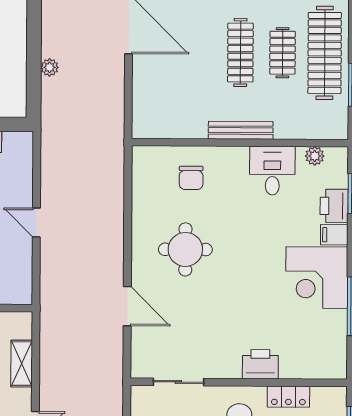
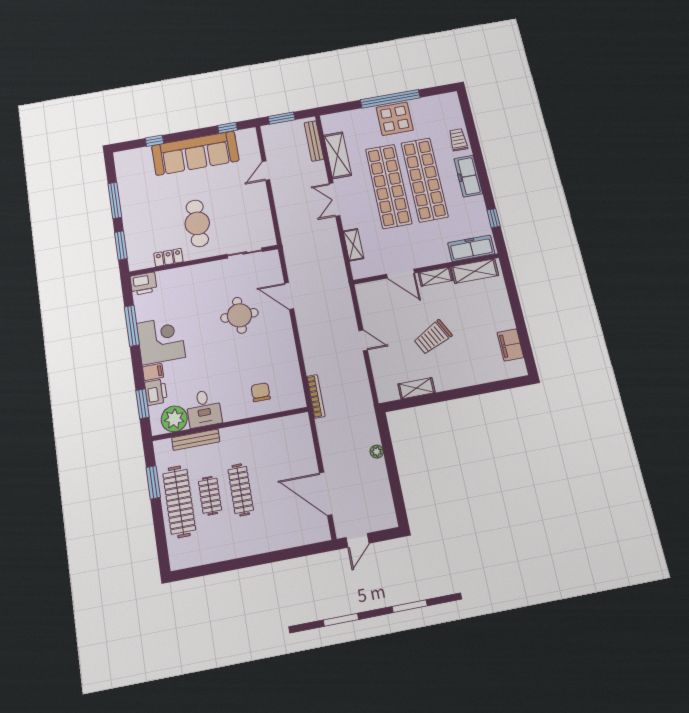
bench: (241, 130) -> (196, 440), moved
plant: (315, 156) -> (174, 419), width x1.88, depth x1.88
bookcase: (117, 157) -> (316, 396), added
round table: (185, 249) -> (239, 315), moved
printer: (260, 364) -> (144, 284), moved

